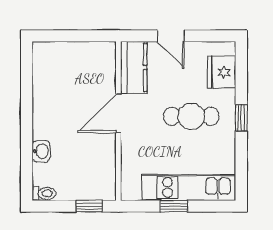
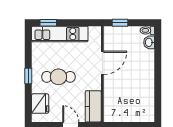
door: (118, 113) -> (102, 63), moved
washbasin: (41, 151) -> (149, 42), moved
window: (174, 206) -> (48, 23), moved

